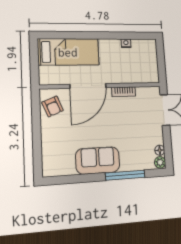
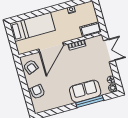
cot: (146, 76) -> (91, 29), added
armchair: (54, 145) -> (37, 92), added
sofa: (98, 160) -> (85, 91), moved

